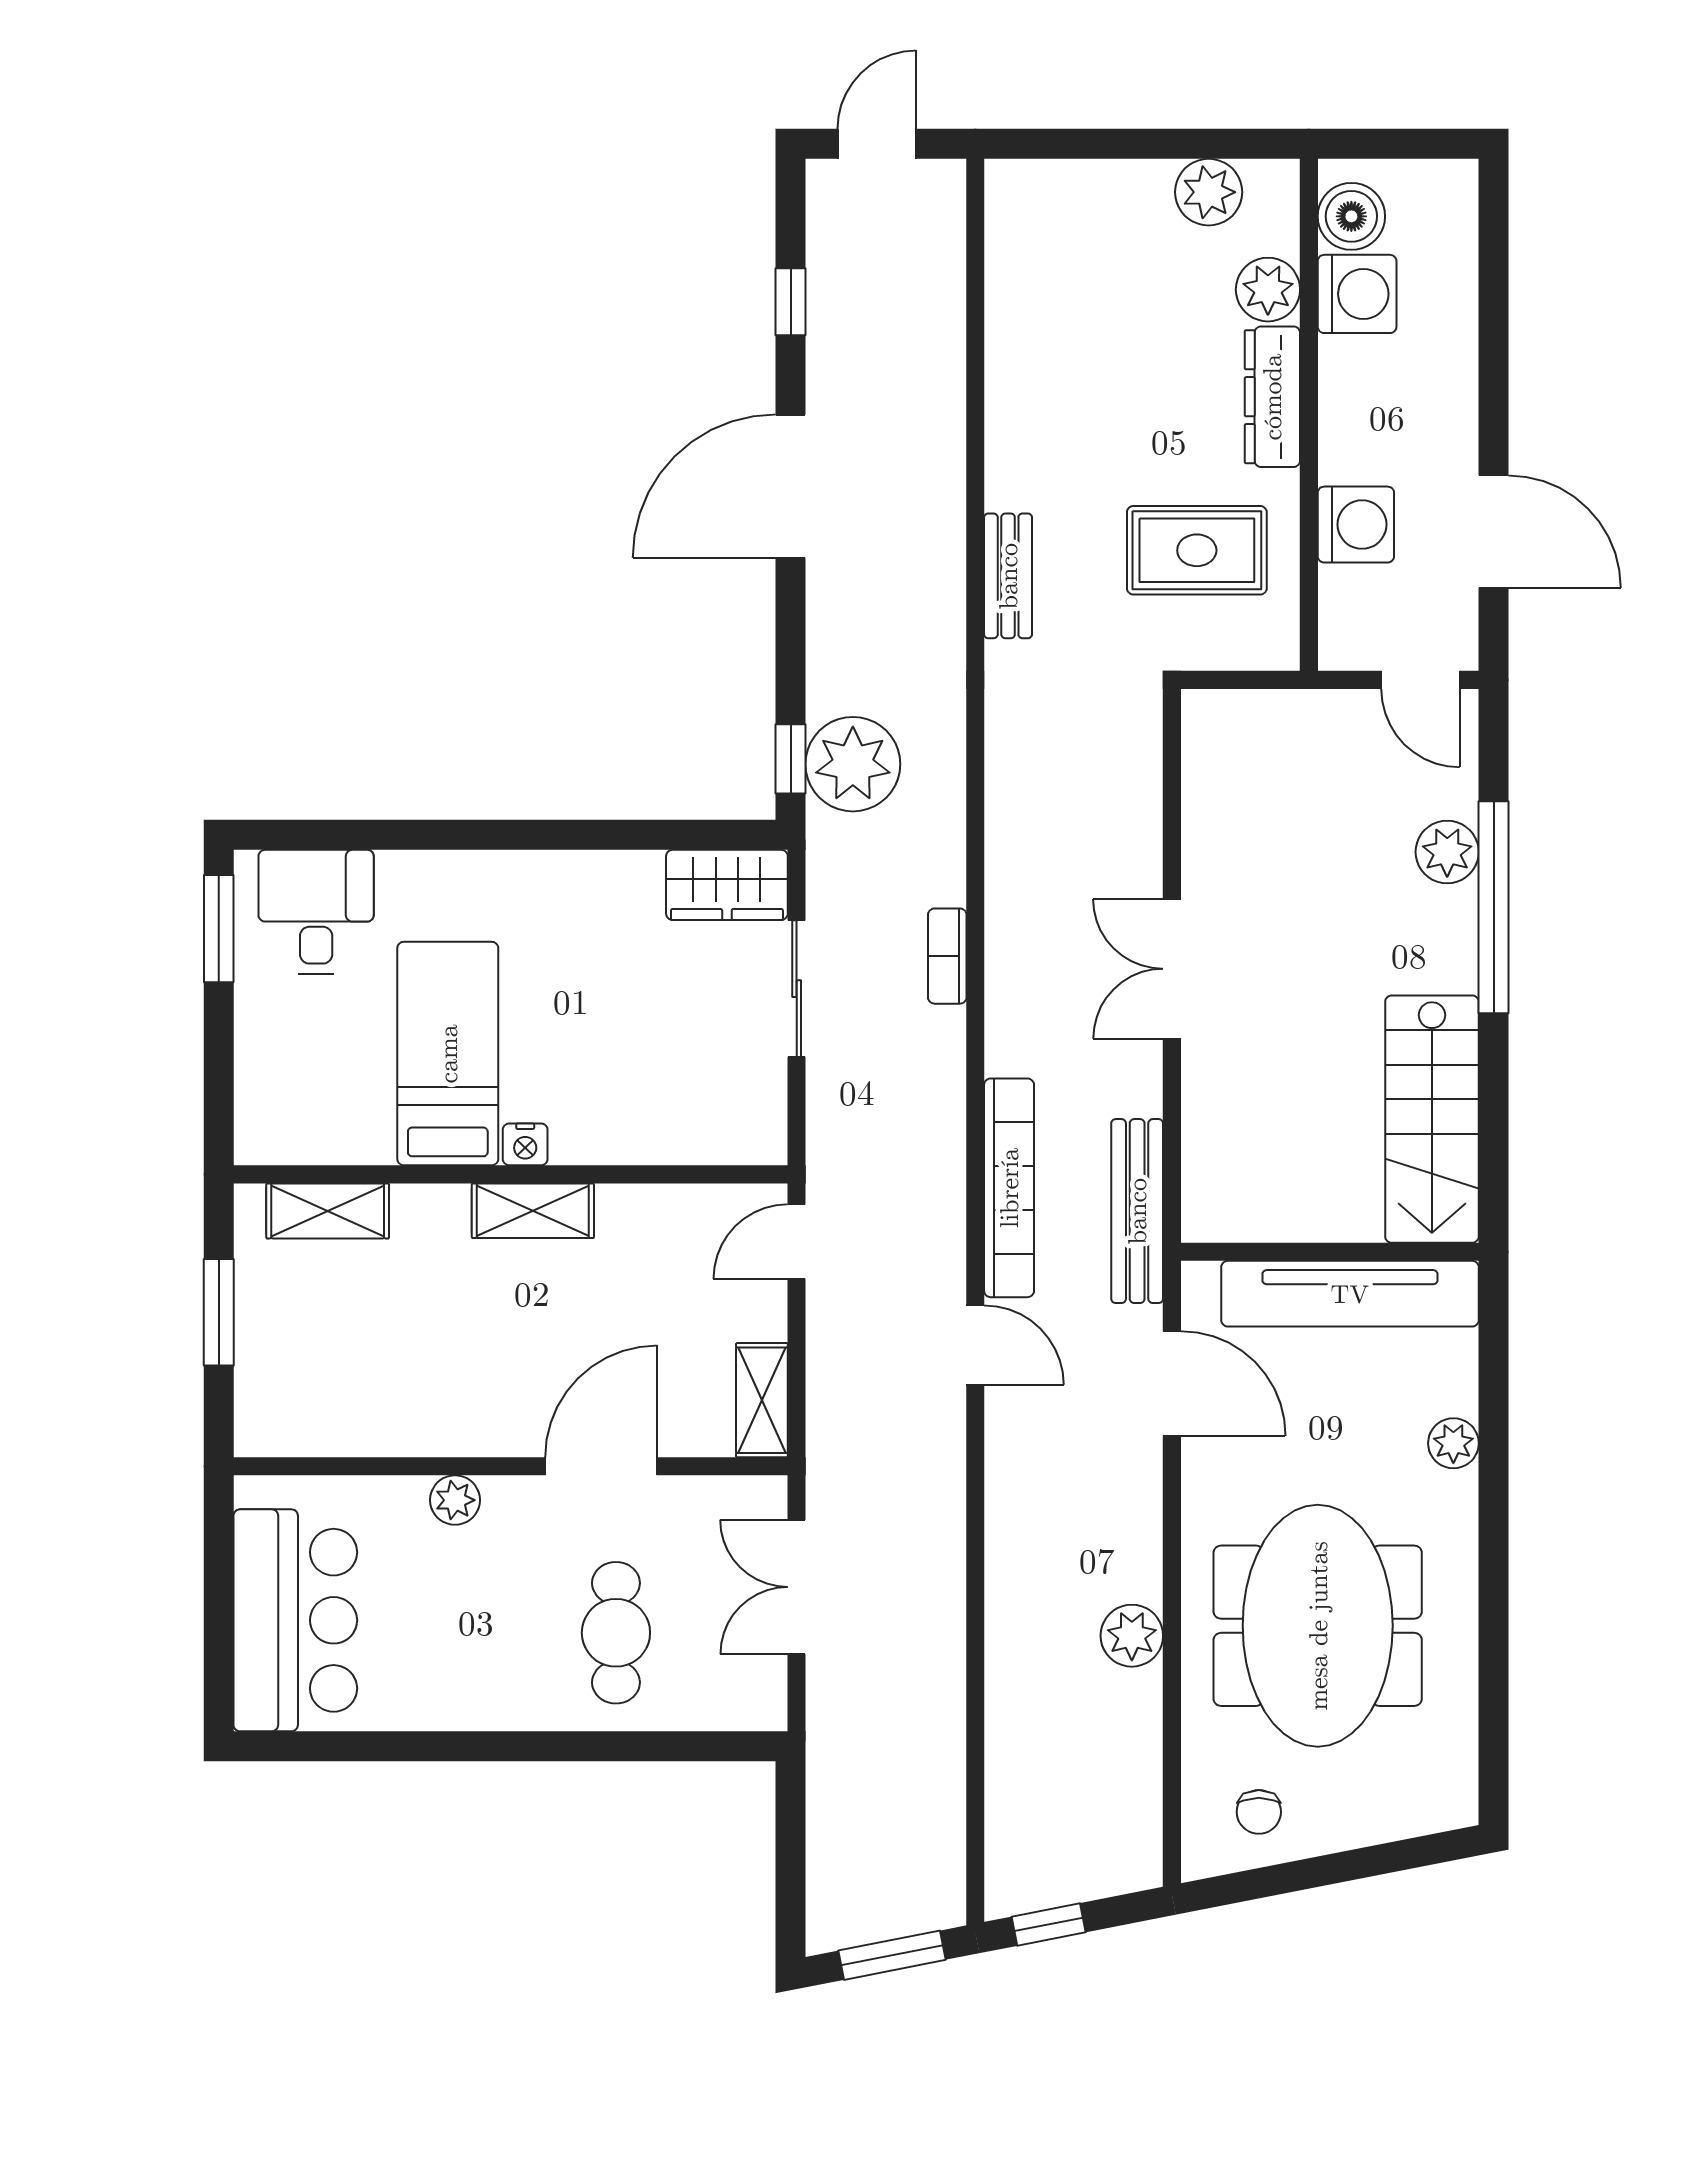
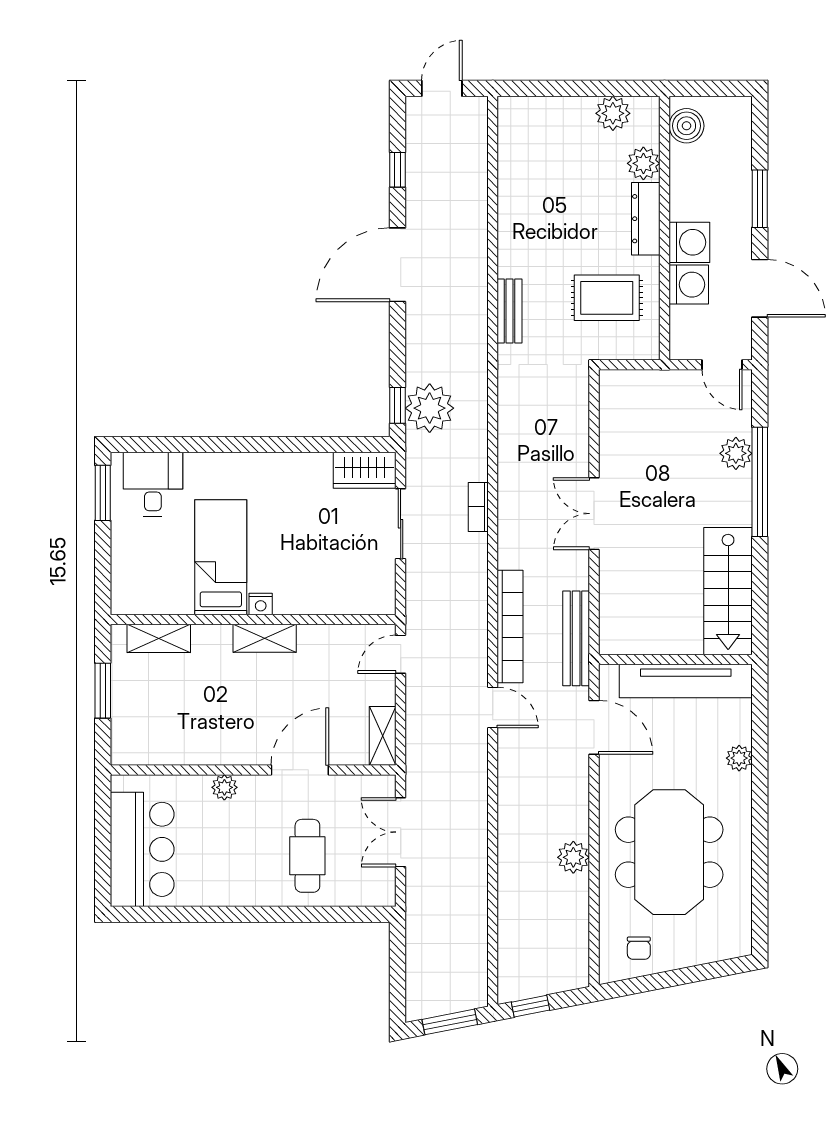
washing machine: (1357, 294) -> (689, 242), moved
window: (1494, 358) -> (760, 199), added

